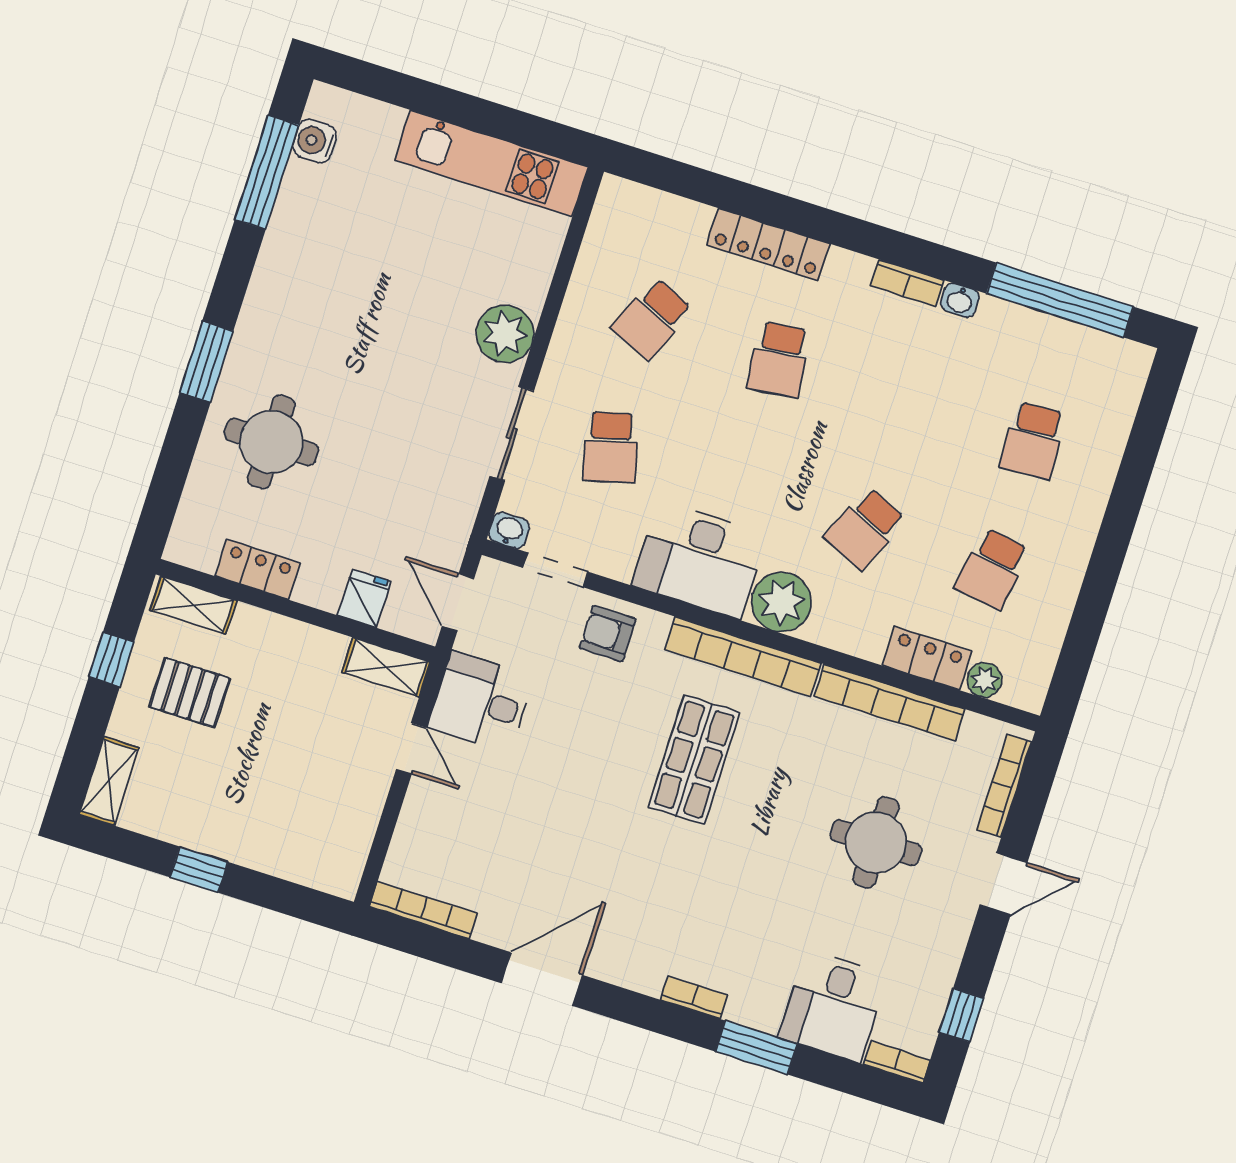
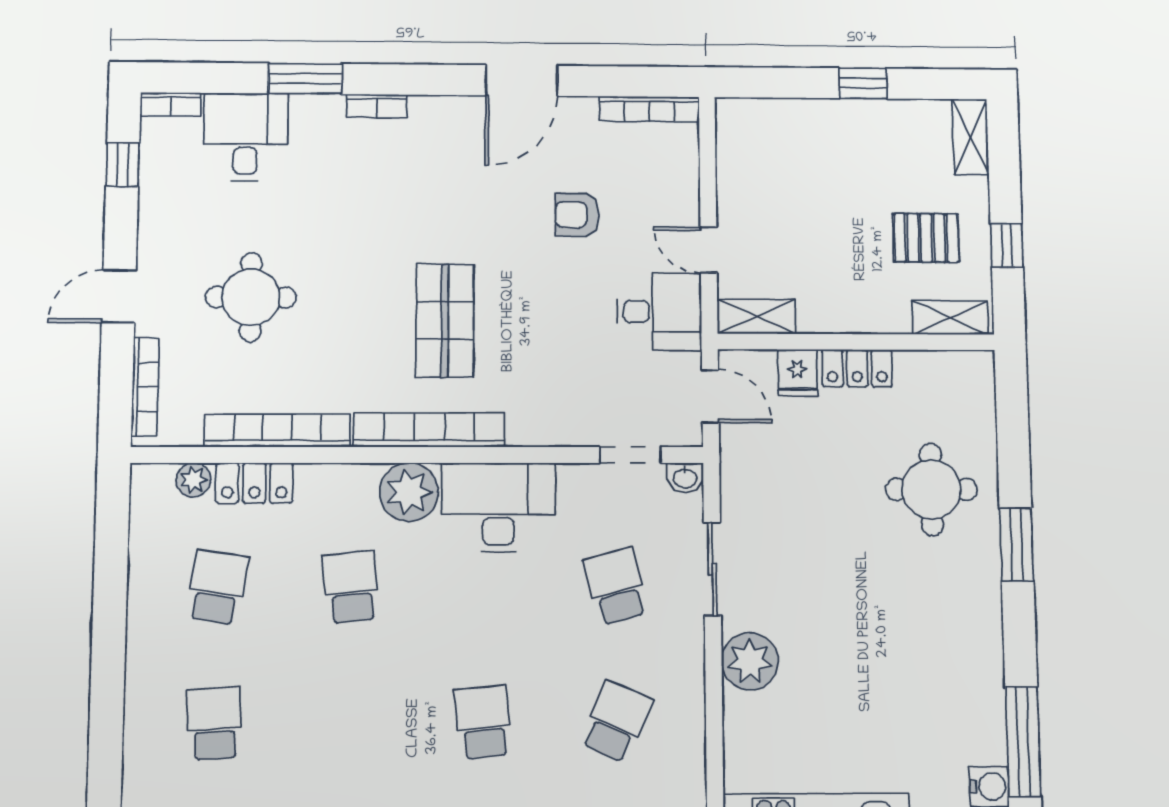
school desk: (865, 528) -> (351, 587), turned -30
locker: (258, 570) -> (857, 368), moved
armchair: (608, 633) -> (577, 215), moved, turned 180

